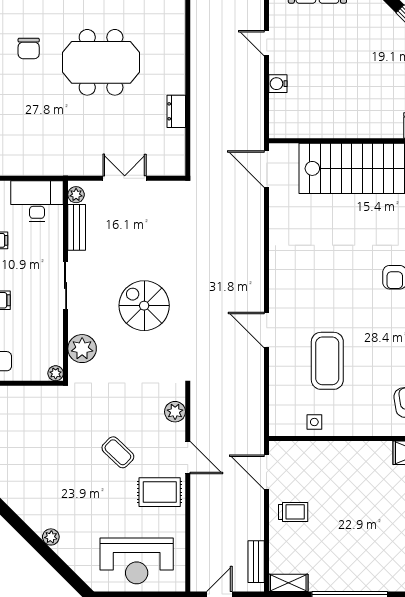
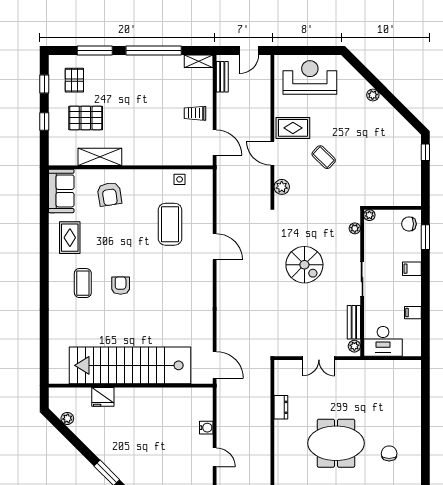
plant: (82, 349) -> (355, 228), width x0.53, depth x0.53

